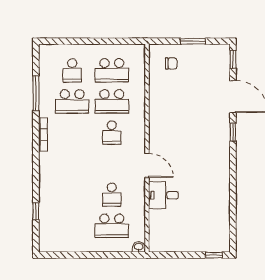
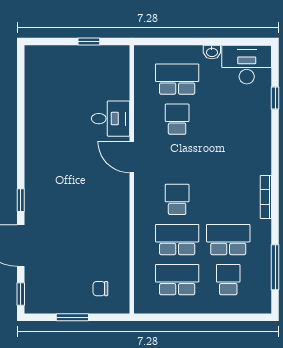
window: (36, 93) -> (275, 267), moved
desk: (58, 237) -> (247, 65), added
washbasin: (139, 247) -> (212, 52), moved
window: (214, 255) -> (89, 42), moved

